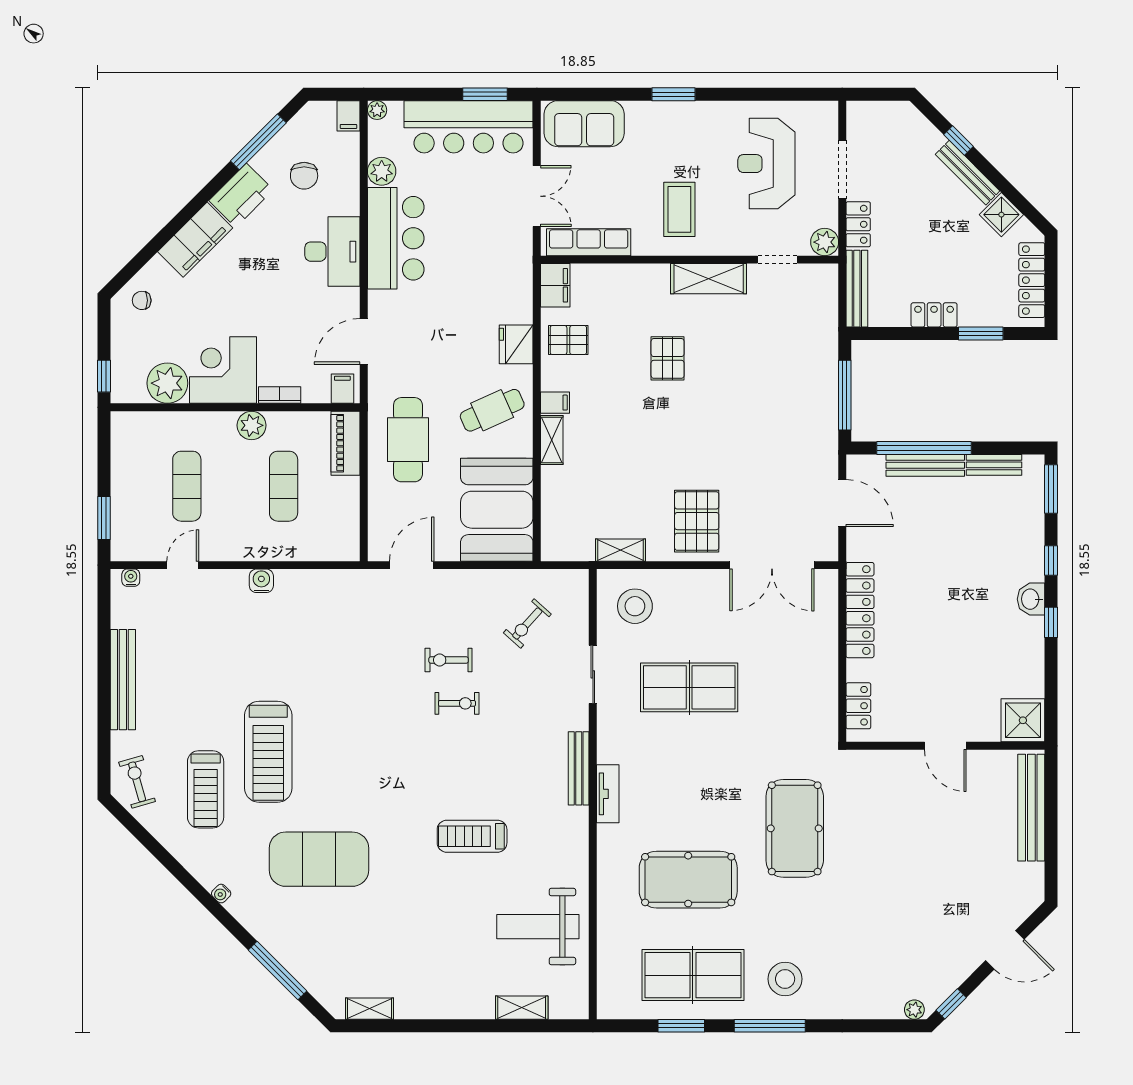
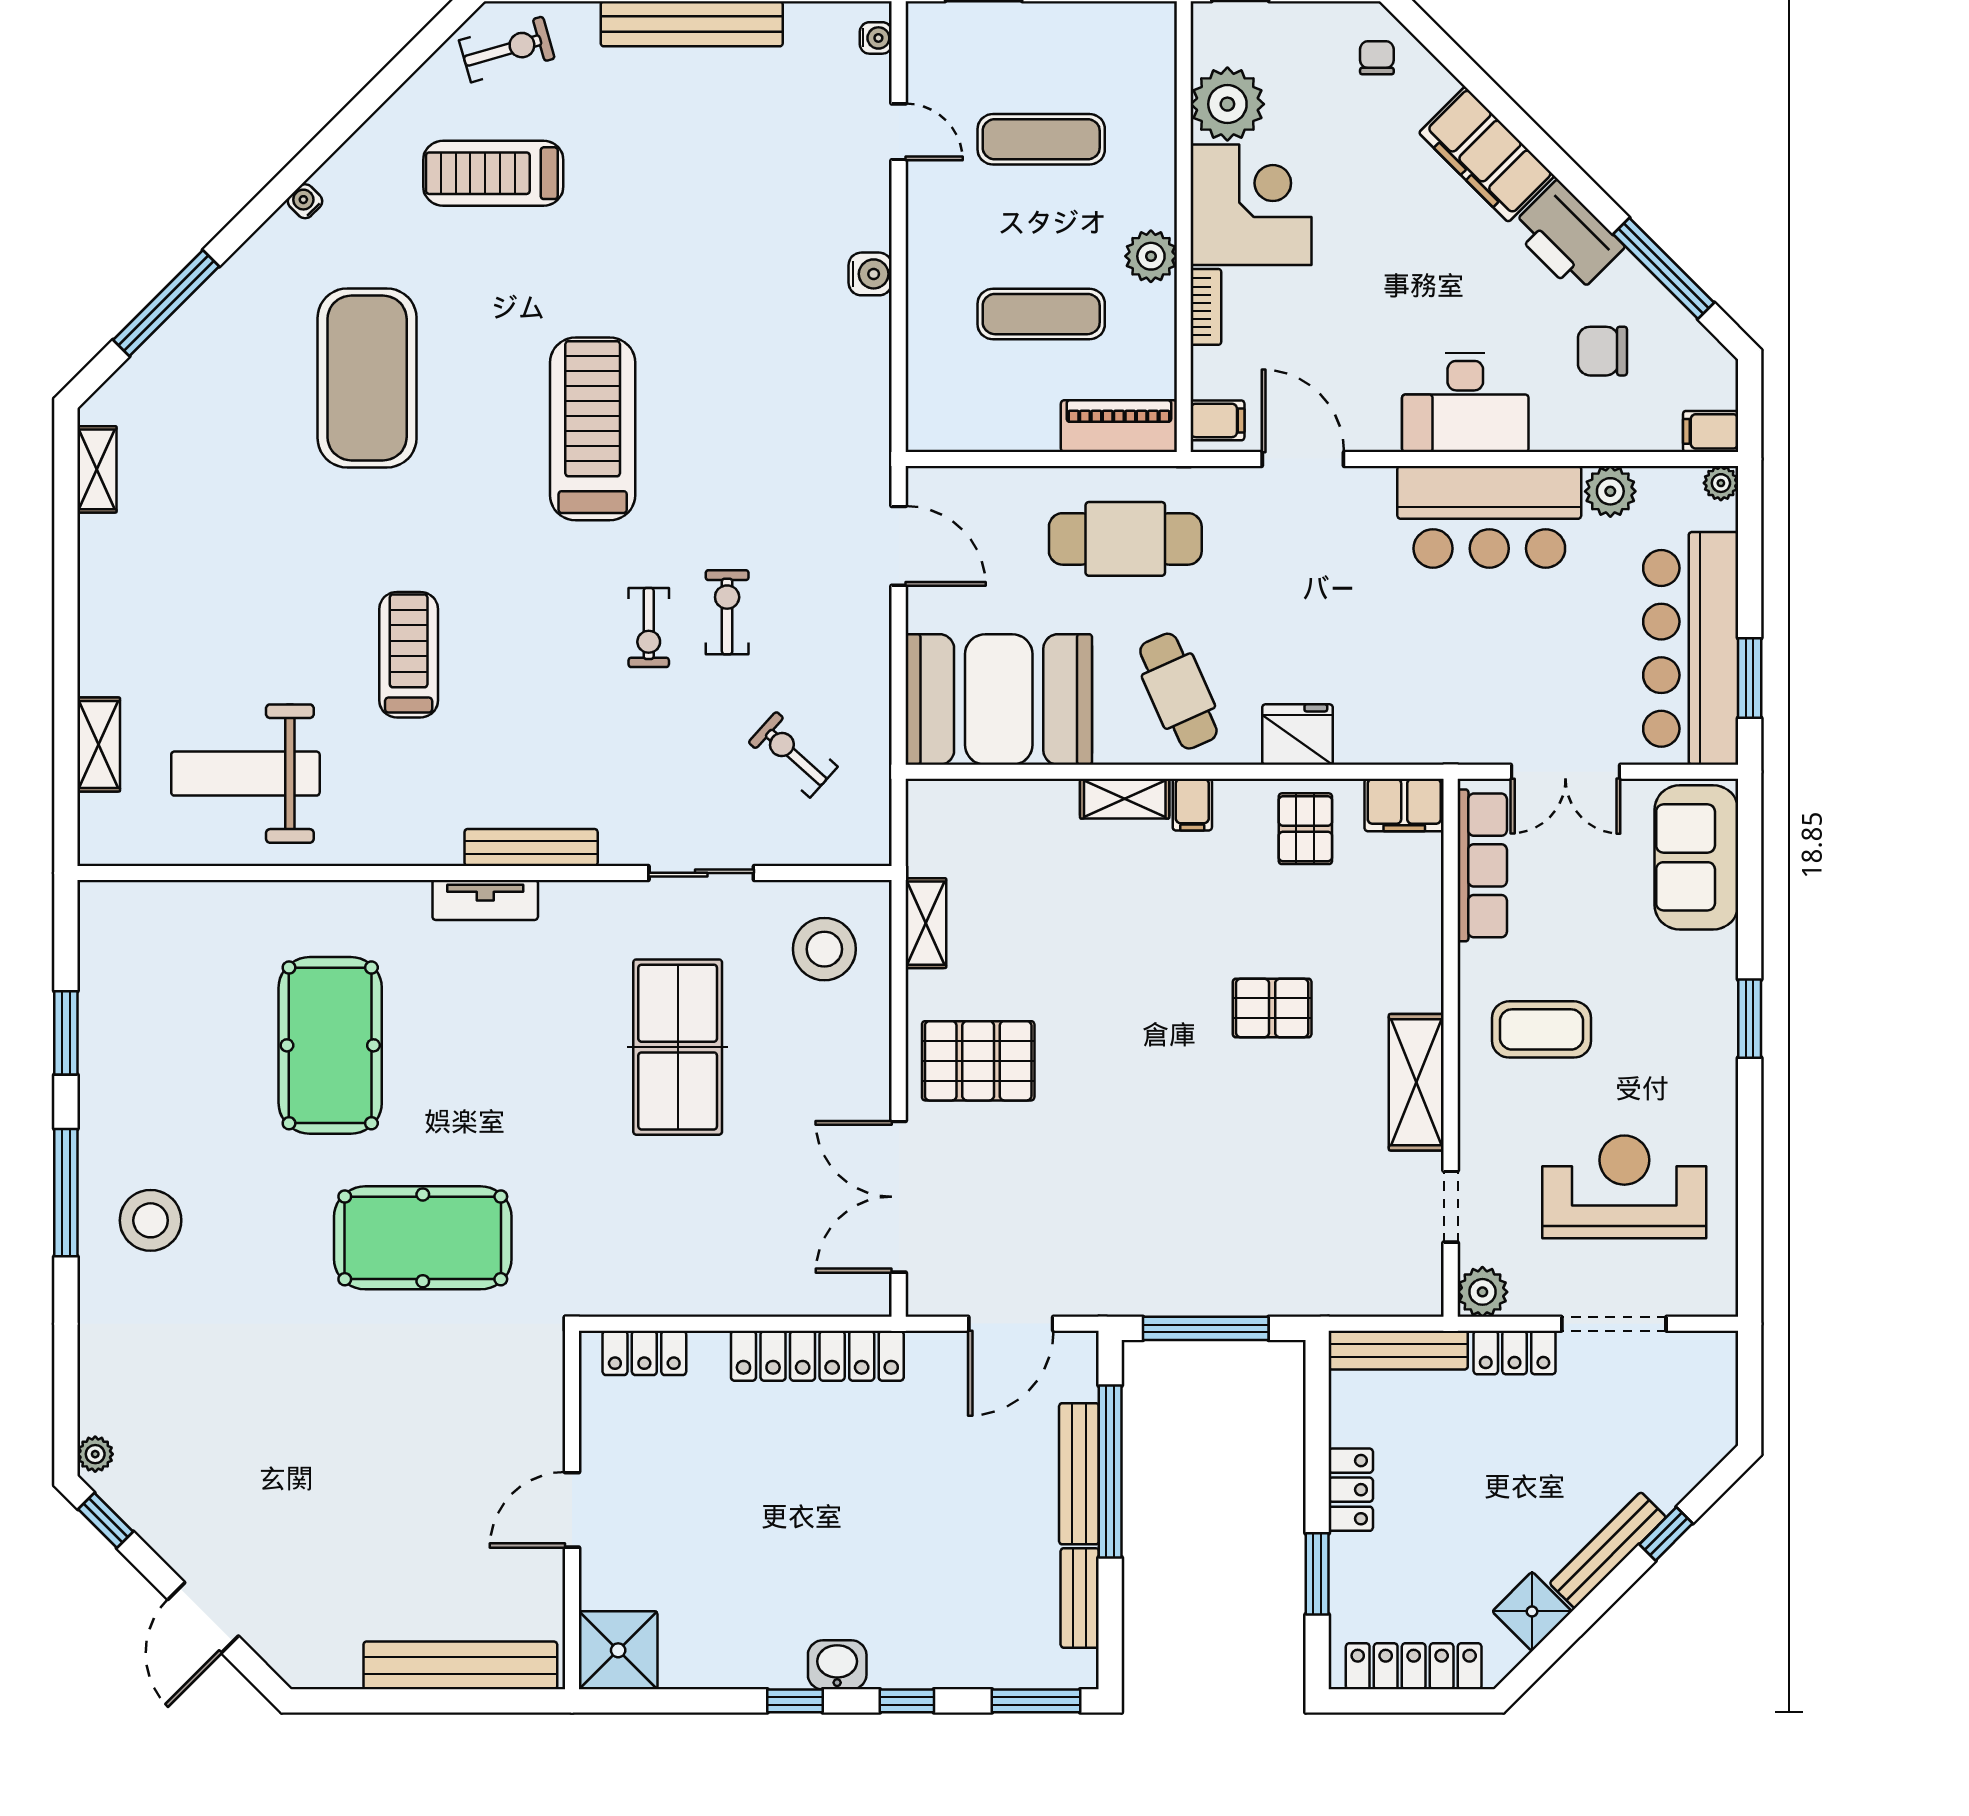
treadmill: (268, 752) -> (593, 429), moved, turned 90
weight bench: (538, 927) -> (245, 774), turned -90
table tennis table: (693, 975) -> (158, 1054), removed

